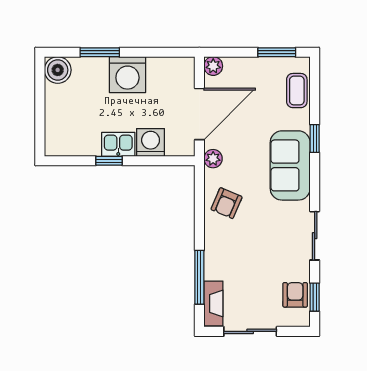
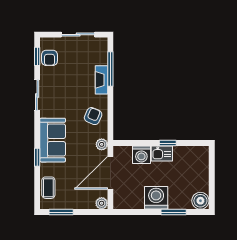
fireplace: (213, 303) -> (101, 80), moved

